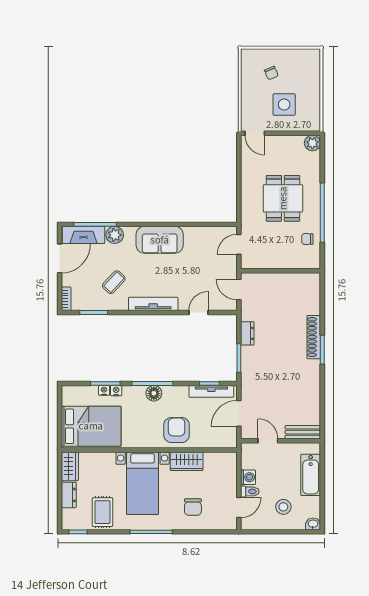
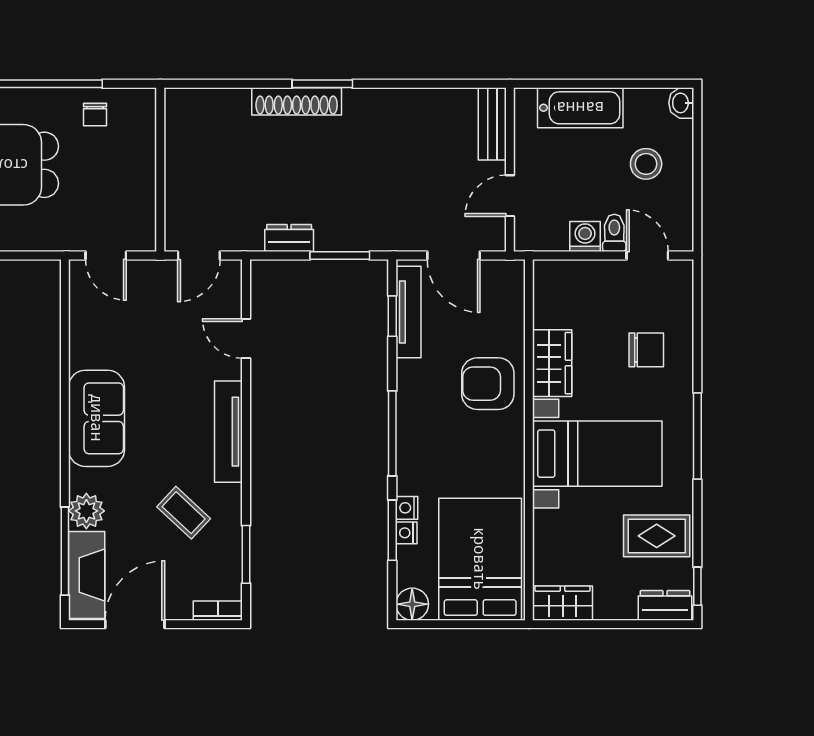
door: (60, 258) -> (135, 624), hinge flipped
floor lamp: (154, 393) -> (412, 604), moved
dresser: (69, 495) -> (665, 605), moved

